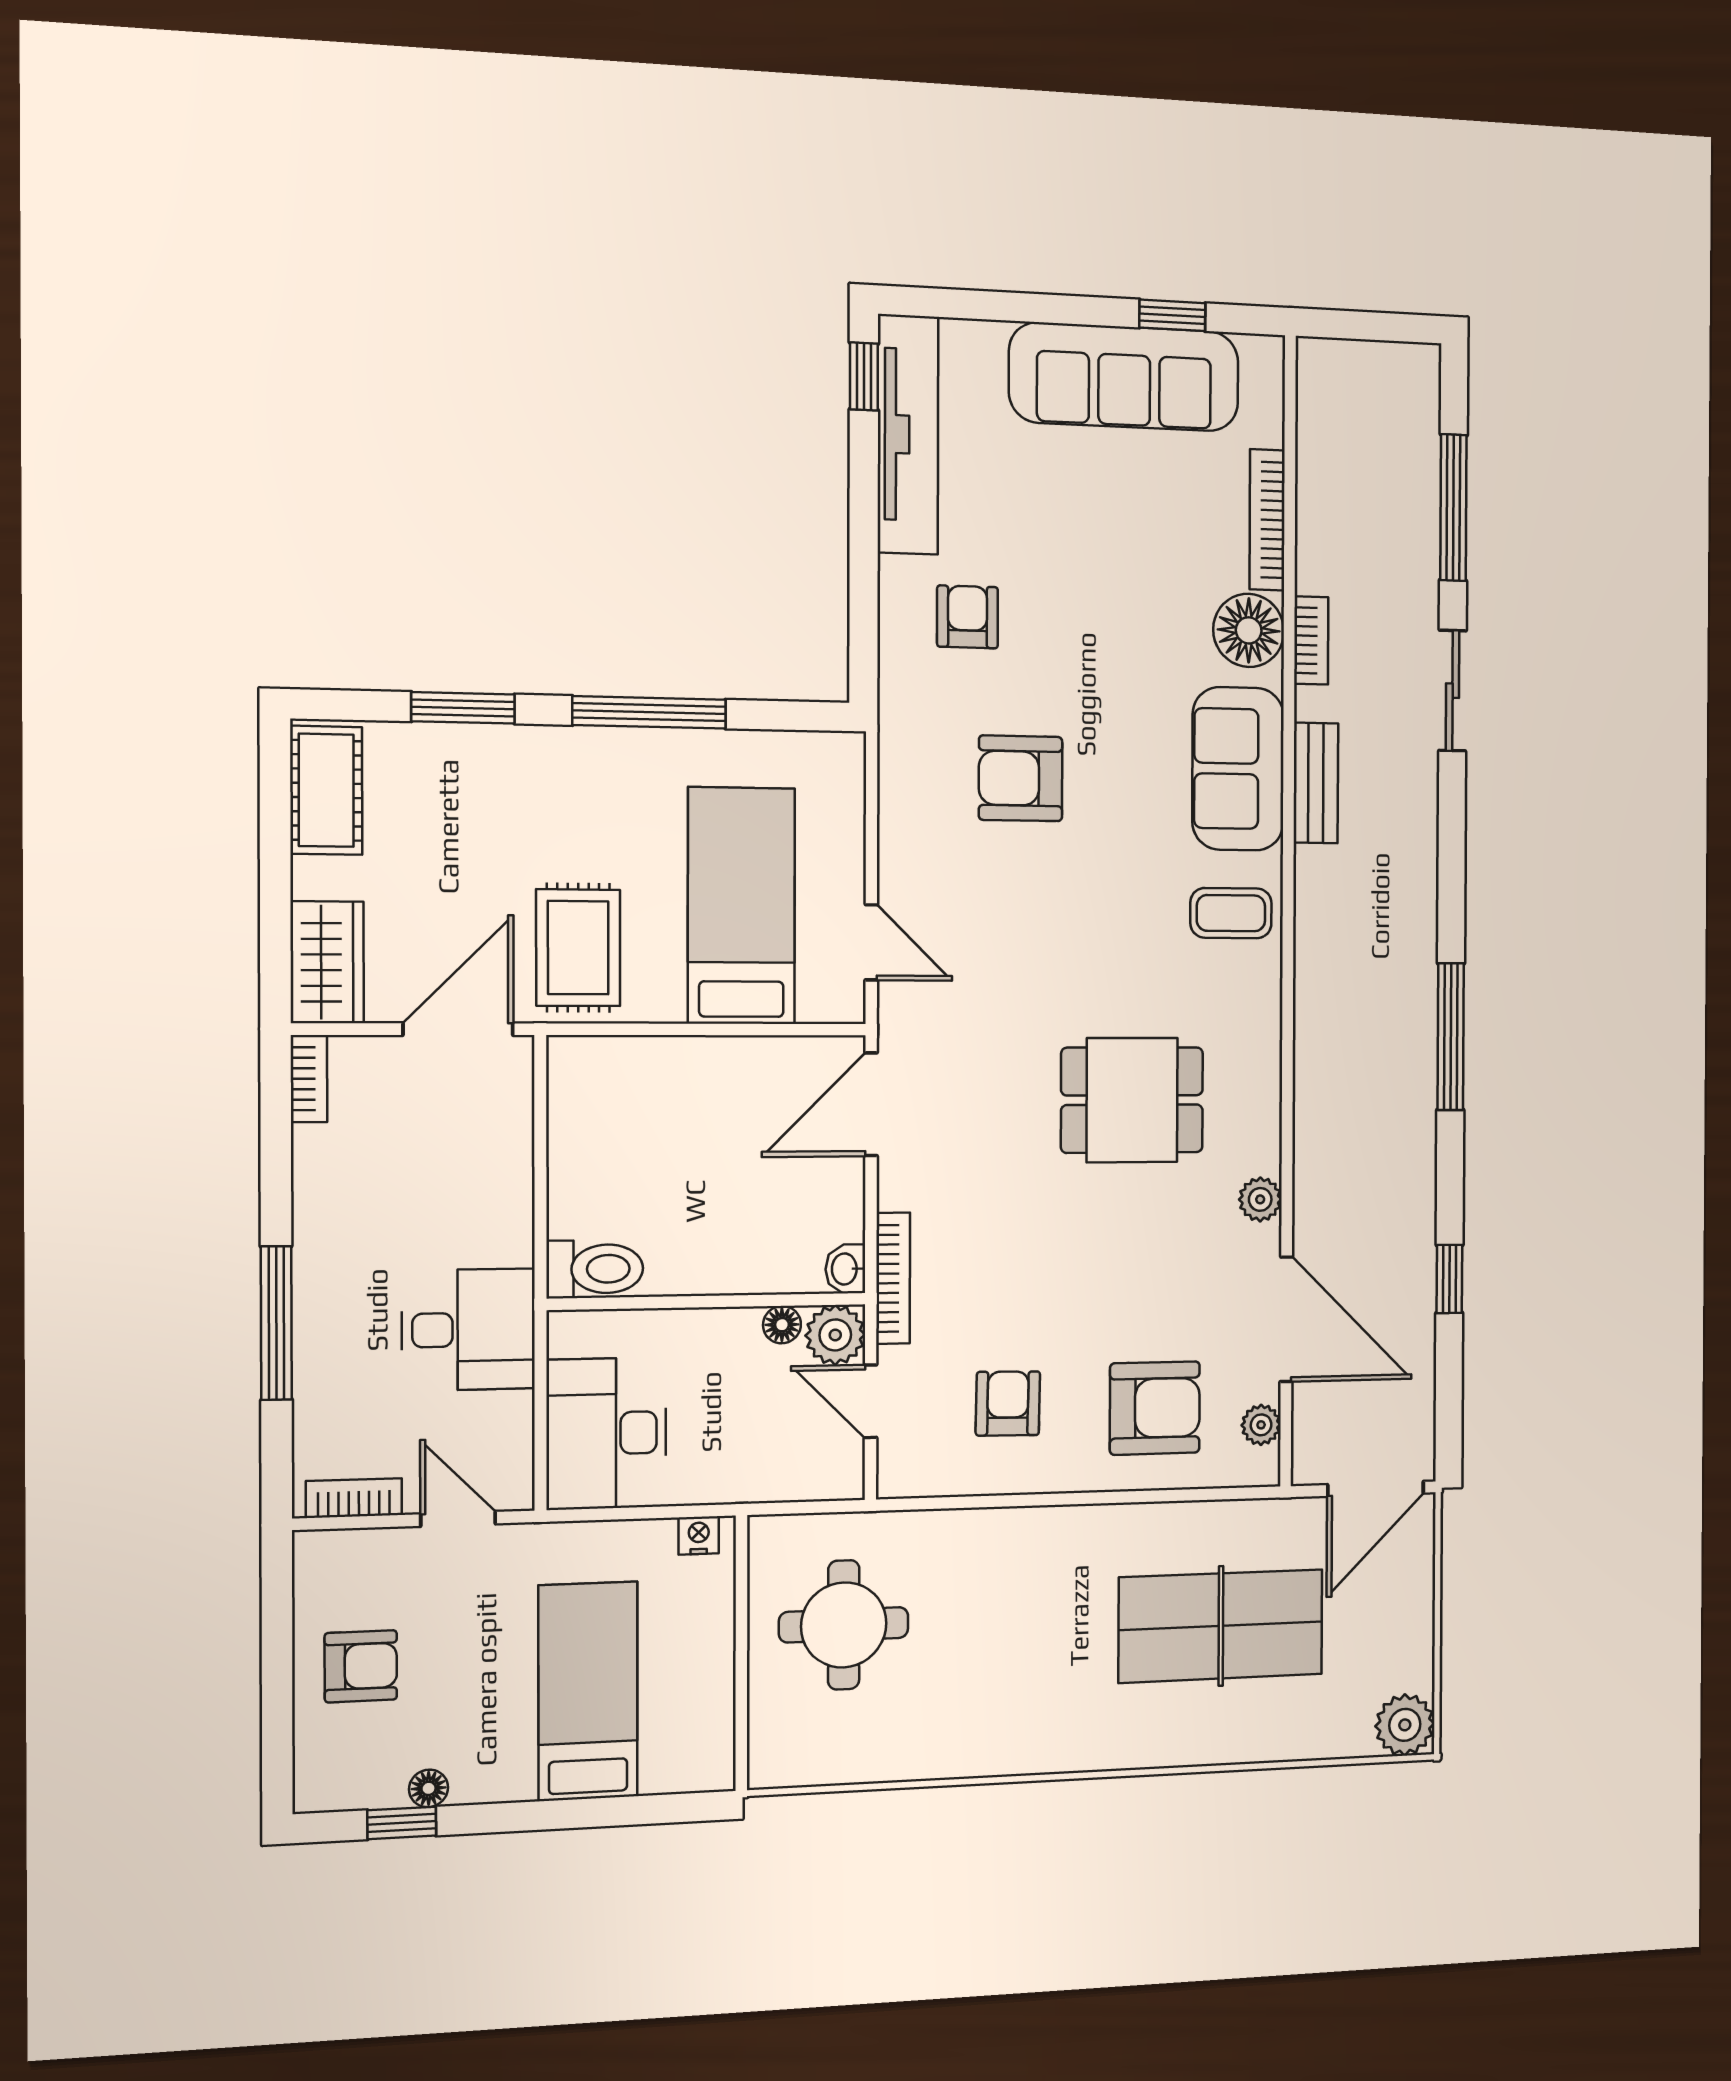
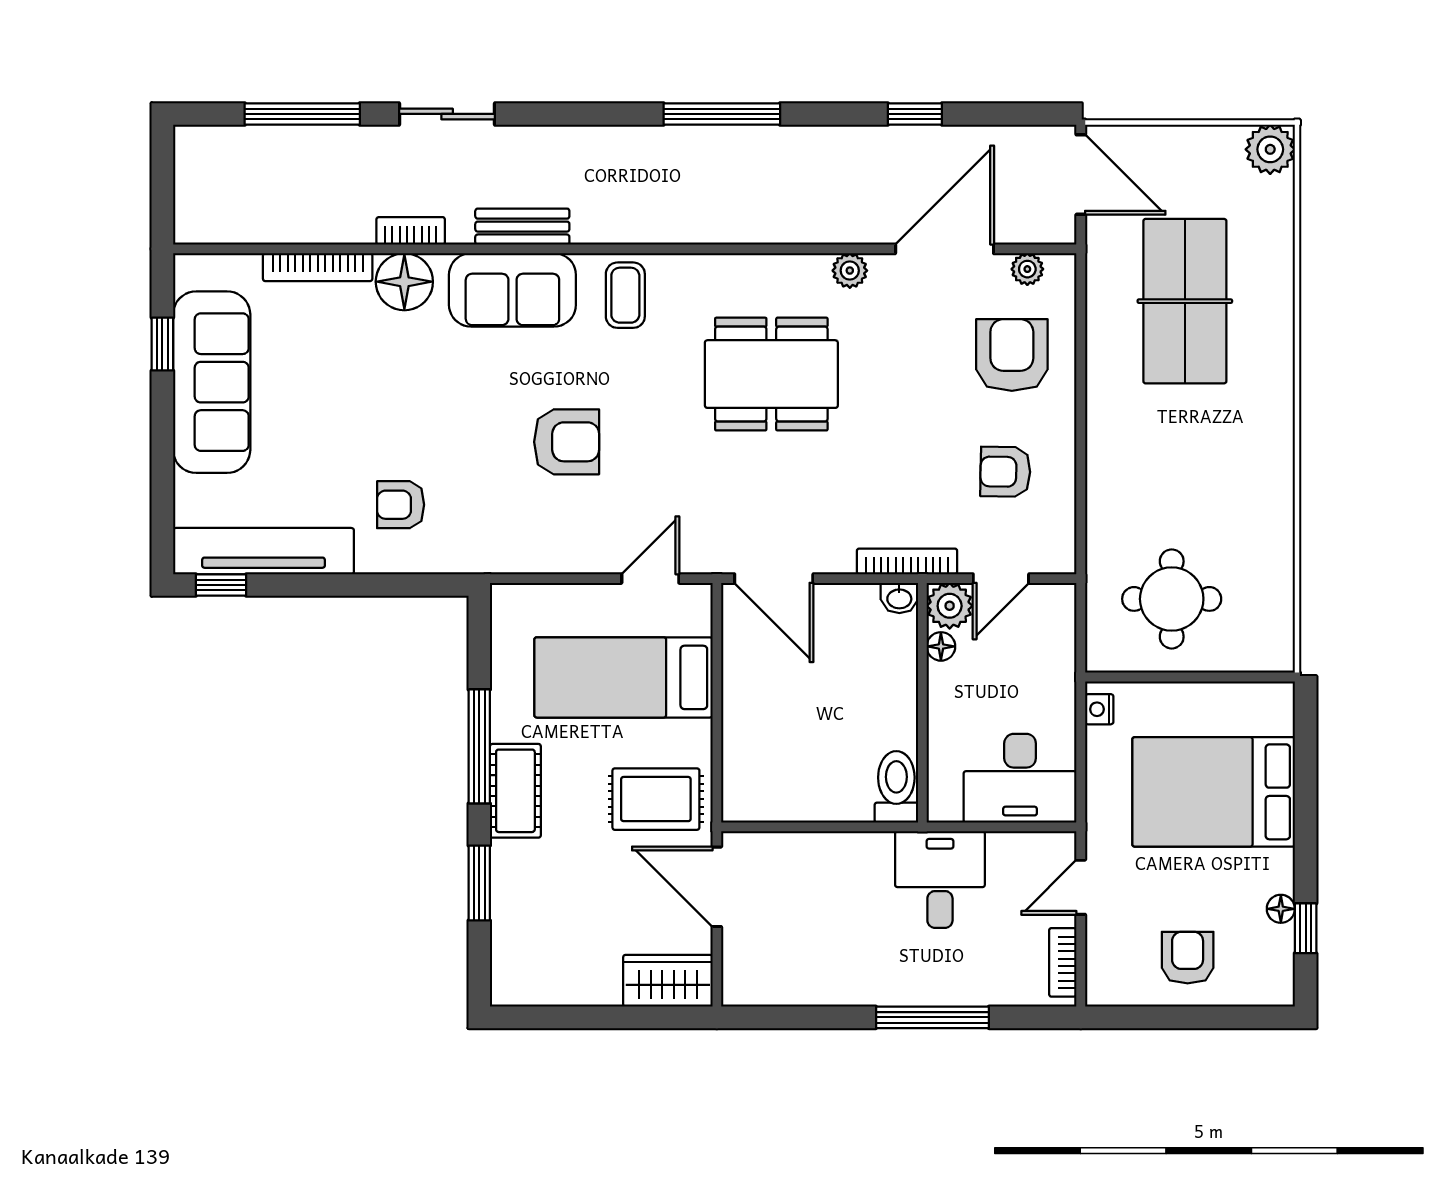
armchair: (1021, 778) -> (567, 442), moved, turned -90
cot: (326, 790) -> (515, 791), moved, turned 90
bookcase: (309, 1079) -> (753, 994), removed
dining table: (1132, 1100) -> (771, 374), width x1.38
bed: (588, 1691) -> (1214, 792), width x1.50

